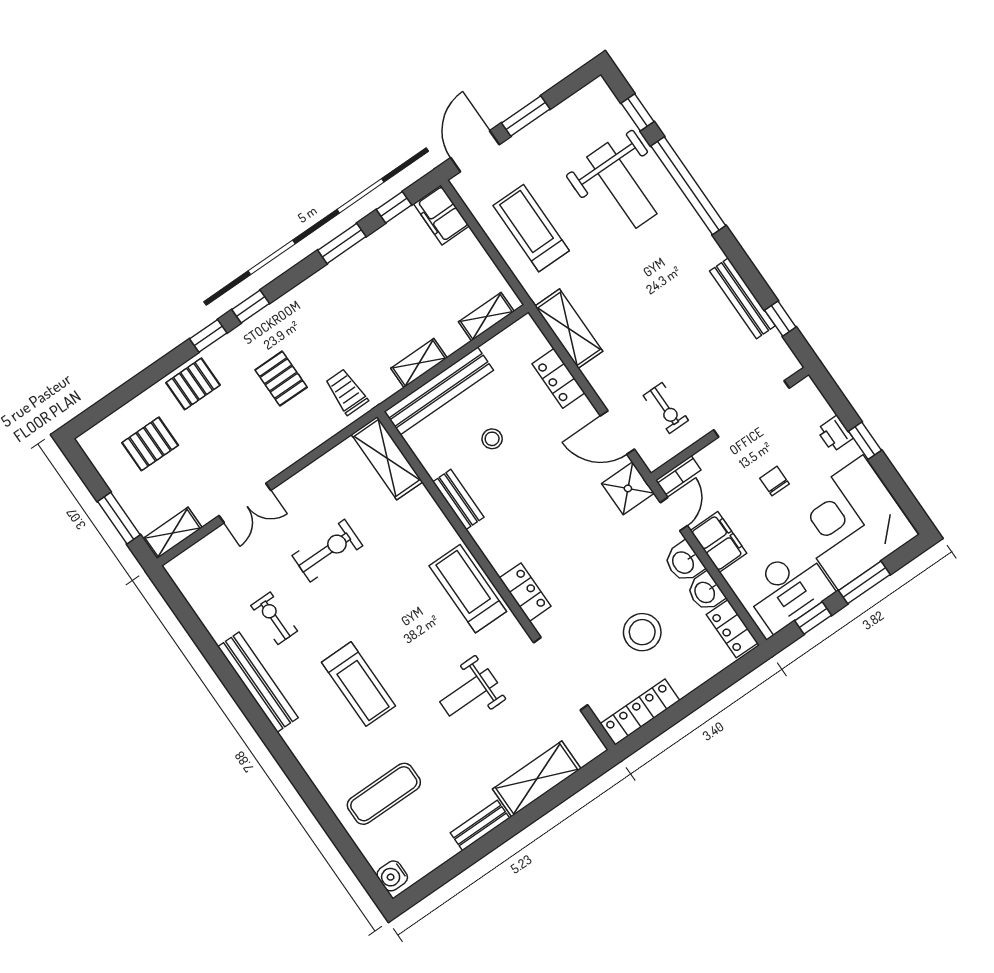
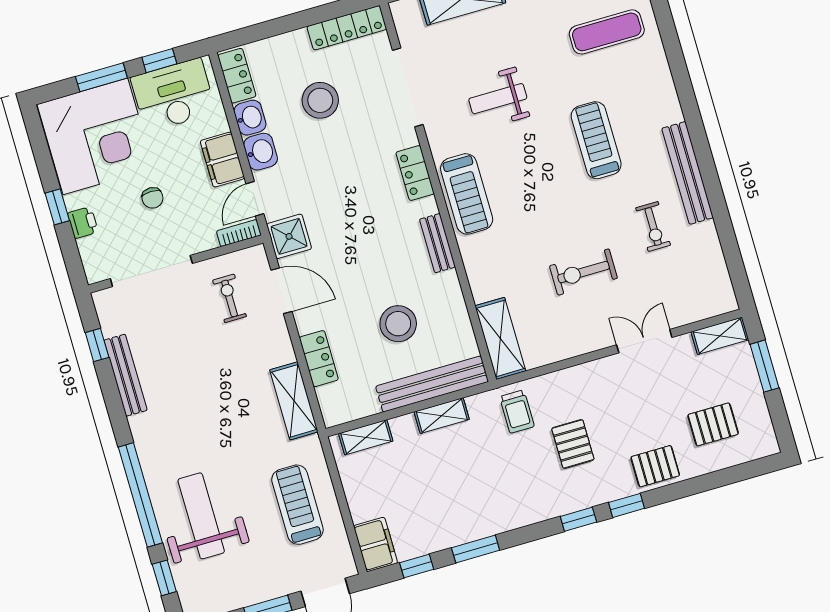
treadmill: (531, 228) -> (297, 505), turned 180
stool: (492, 439) -> (398, 324), width x1.89, depth x1.89
bench: (458, 499) -> (438, 243), moved
weight bench: (469, 692) -> (498, 99), turned 180

